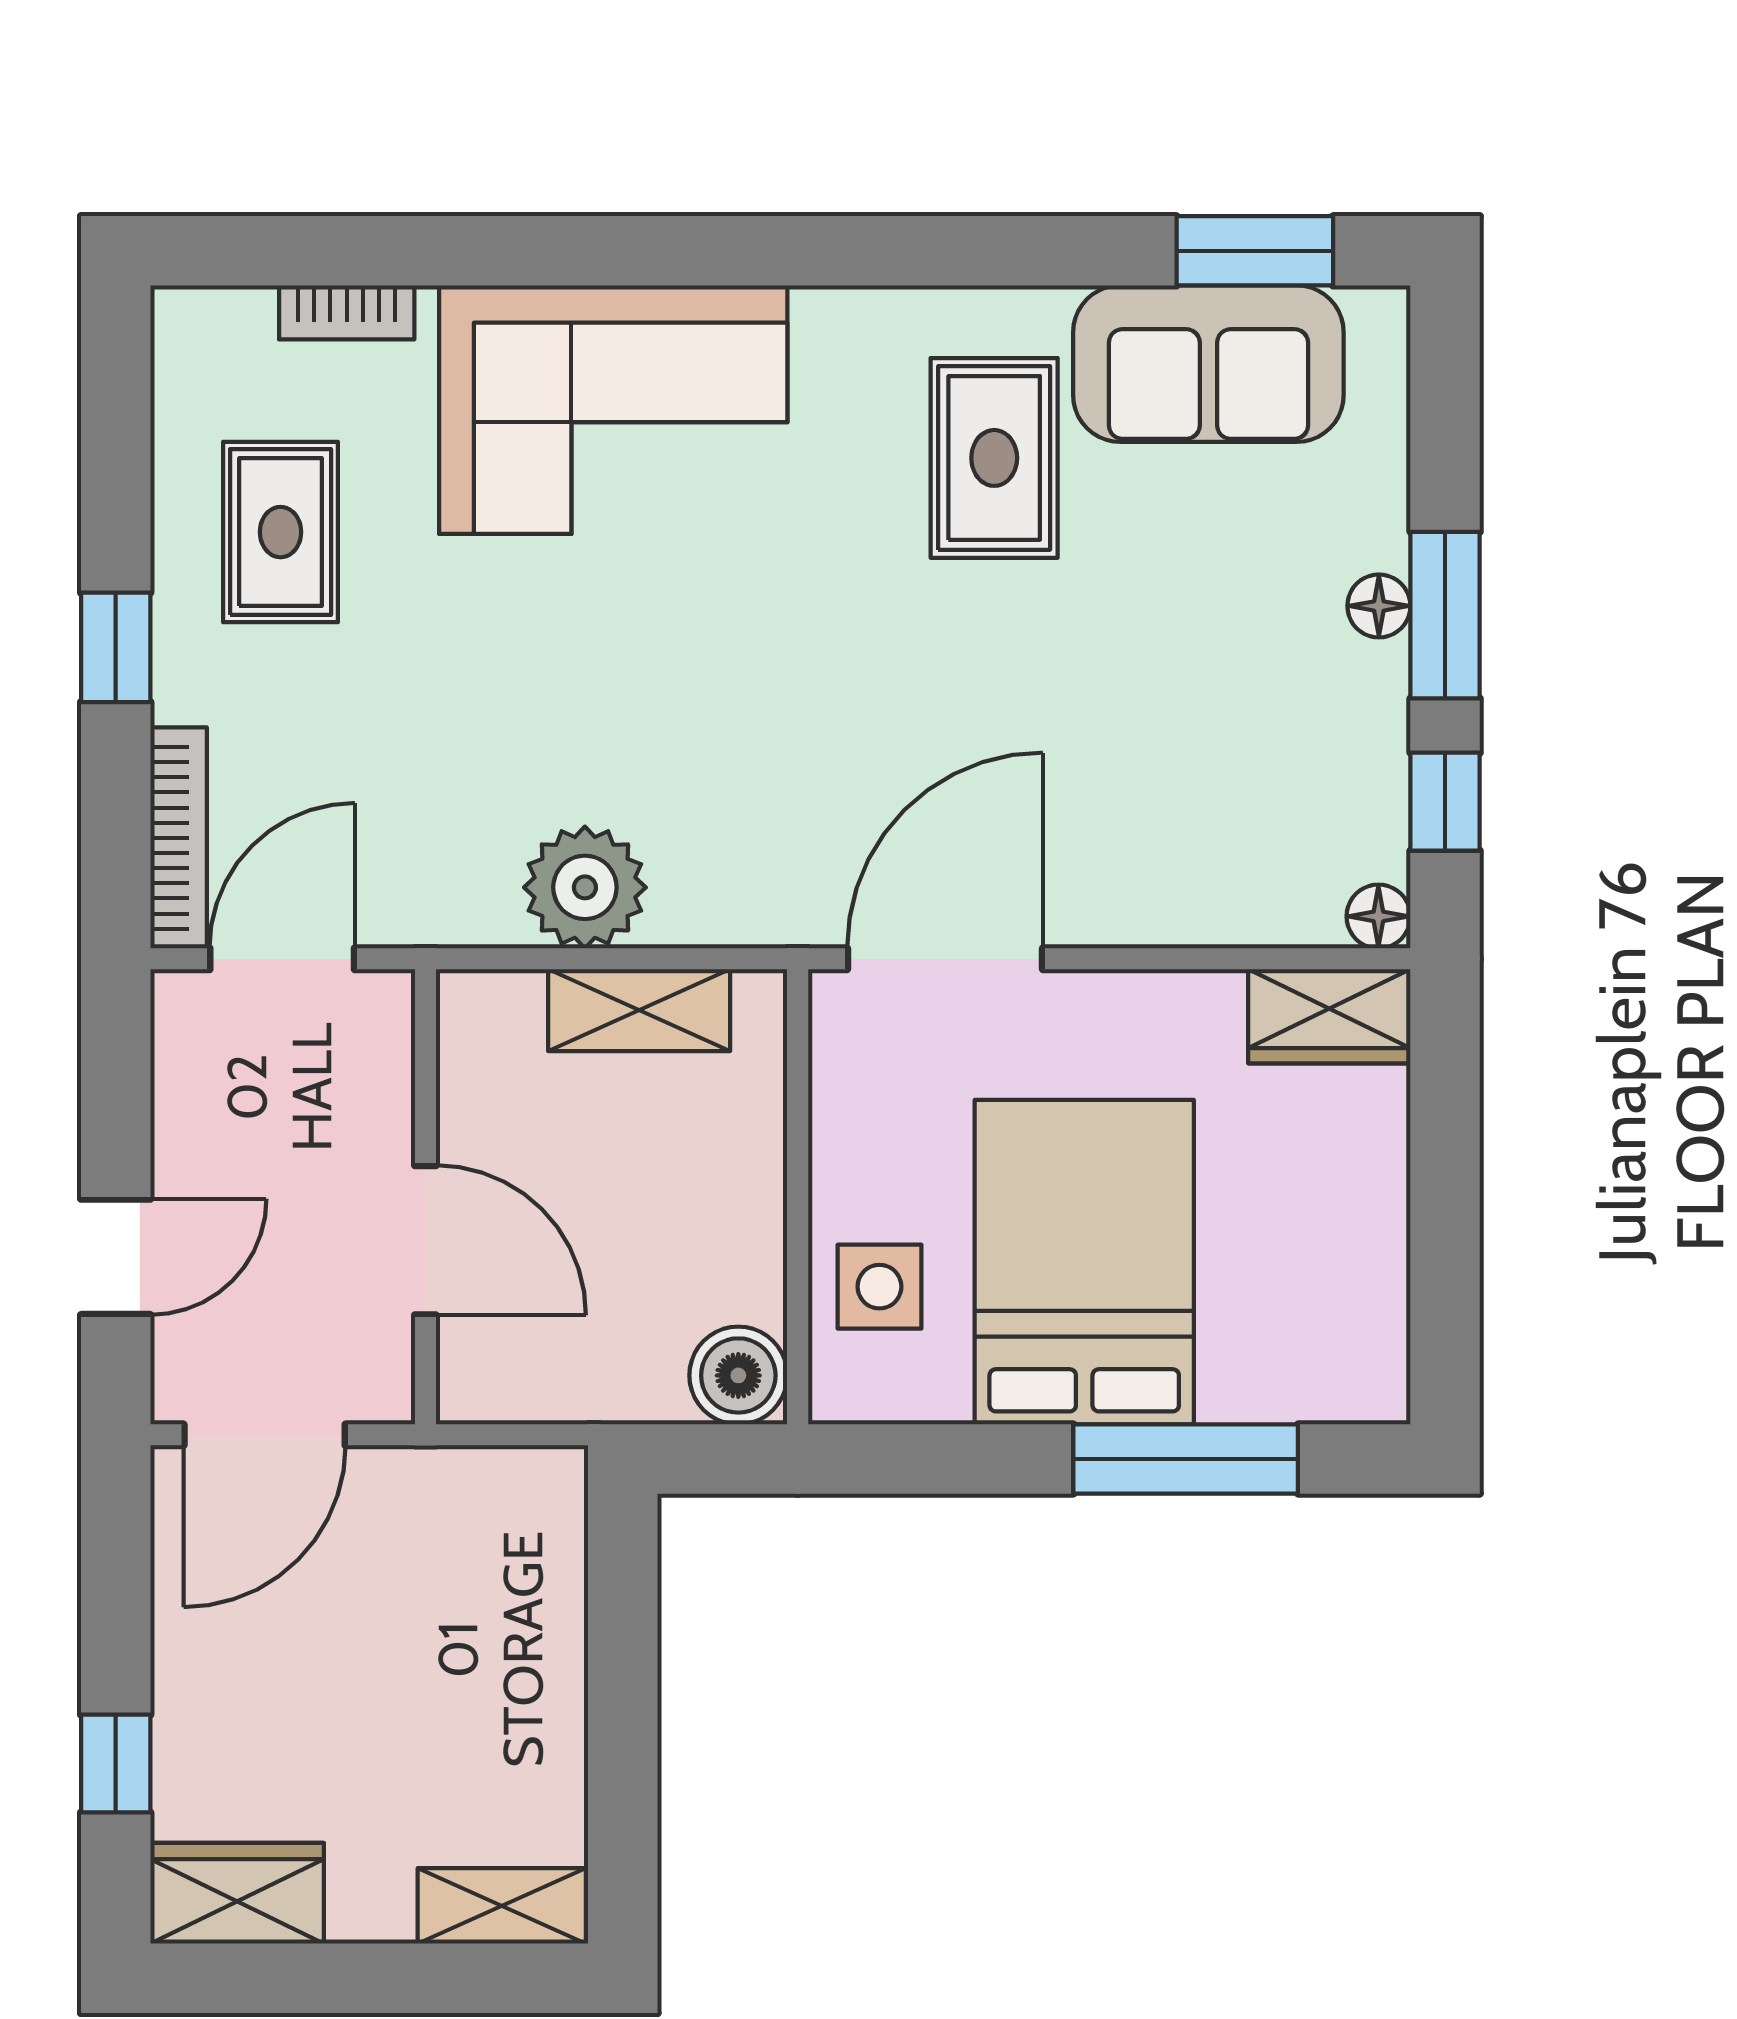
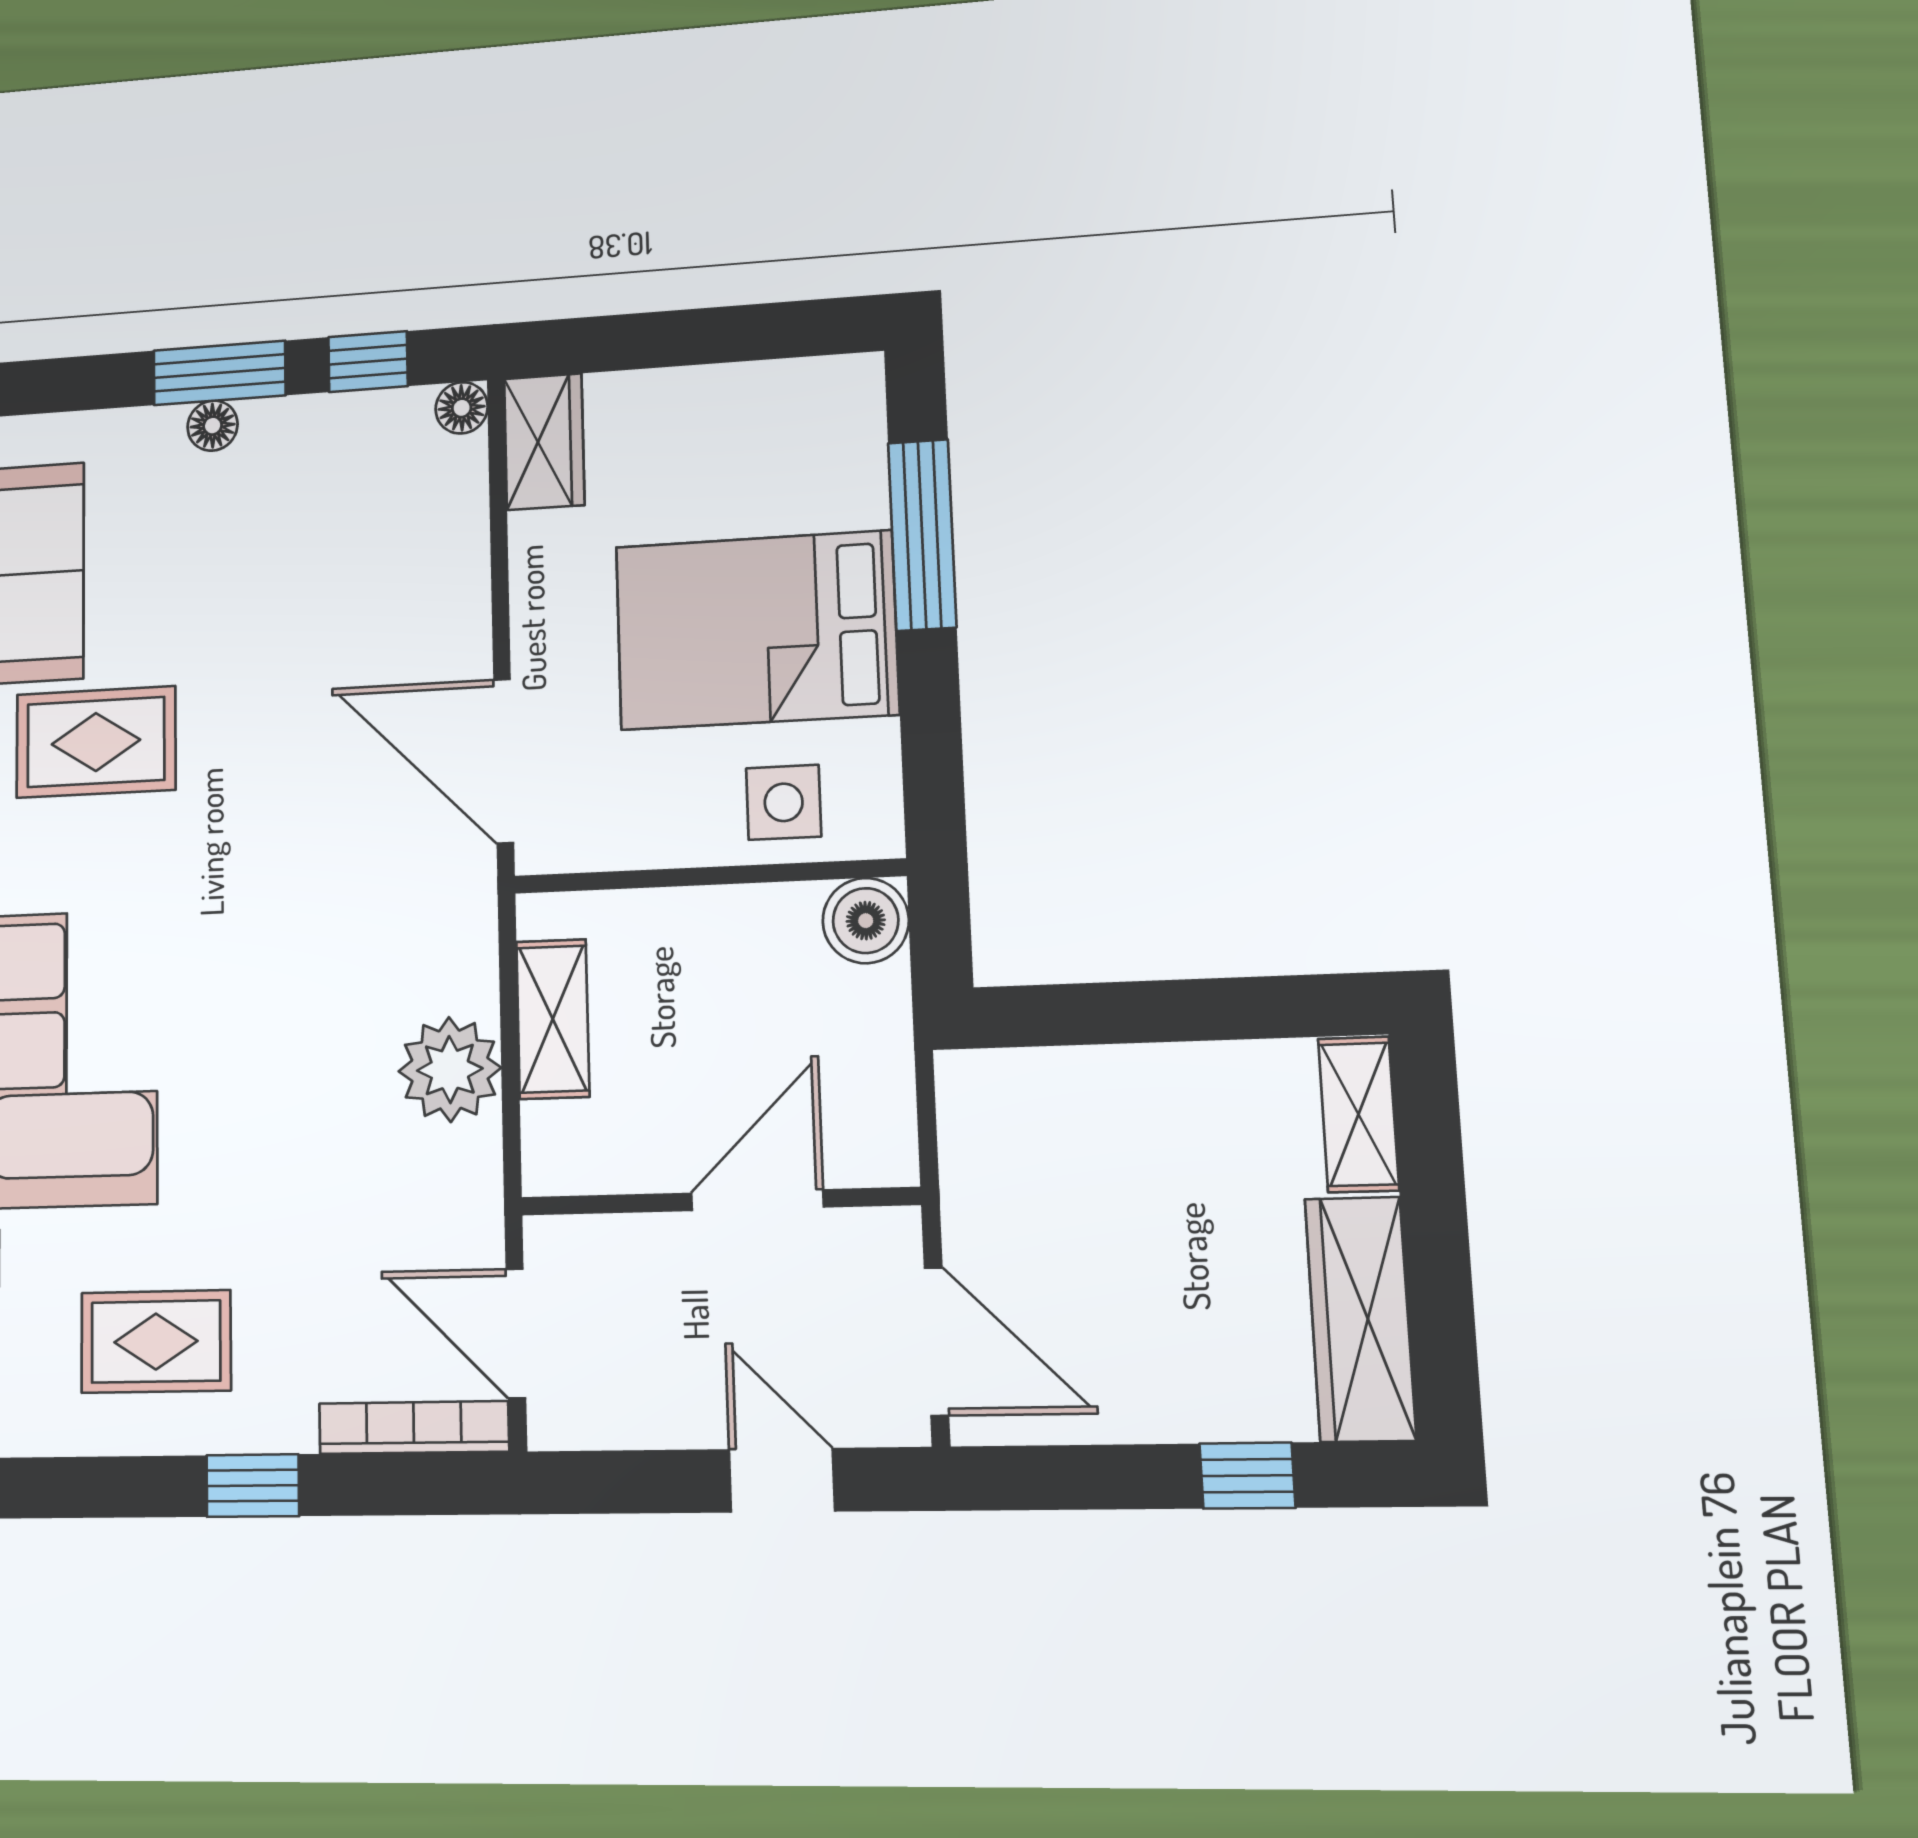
wardrobe: (237, 1893) -> (1360, 1319), width x1.50

